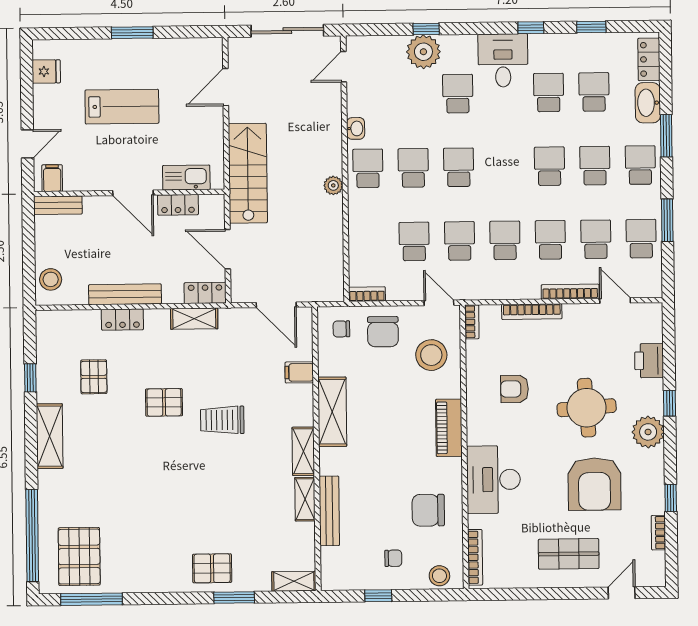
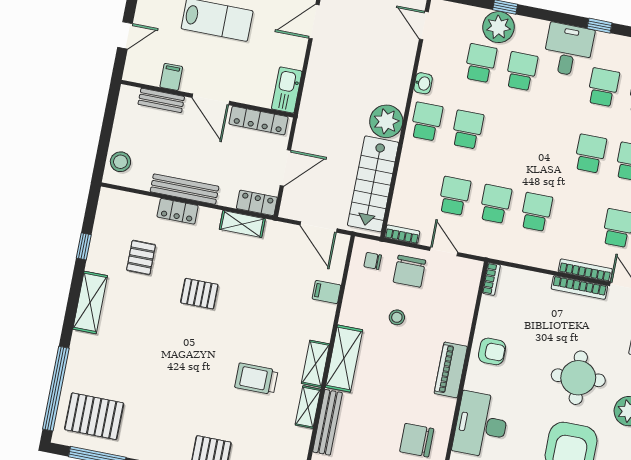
door: (344, 67) -> (424, 25), hinge flipped
school desk: (459, 167) -> (480, 63), moved
stairs: (248, 173) -> (373, 184), moved, turned 180
kitchen sink: (186, 177) -> (287, 90), moved, turned -90
filing cabinet: (52, 178) -> (171, 77), moved
plant: (333, 185) -> (386, 121), width x1.88, depth x1.88
bench: (58, 205) -> (161, 100), moved
locker: (178, 205) -> (259, 120), width x1.53
school desk: (550, 240) -> (577, 220), removed
door: (228, 249) -> (285, 168), swing flipped
door: (439, 303) -> (444, 252), moved
bookcase: (532, 312) -> (579, 287), moved
stool: (431, 355) -> (397, 317), moved, width x0.53, depth x0.53
armchair: (515, 389) -> (492, 351), moved, turned 180
shelving: (332, 412) -> (344, 359), moved
trolley: (222, 420) -> (256, 379), moved
pallet: (79, 556) -> (94, 416), turned 90

